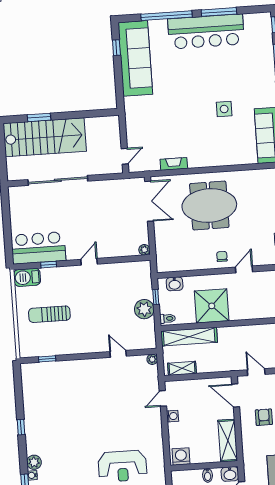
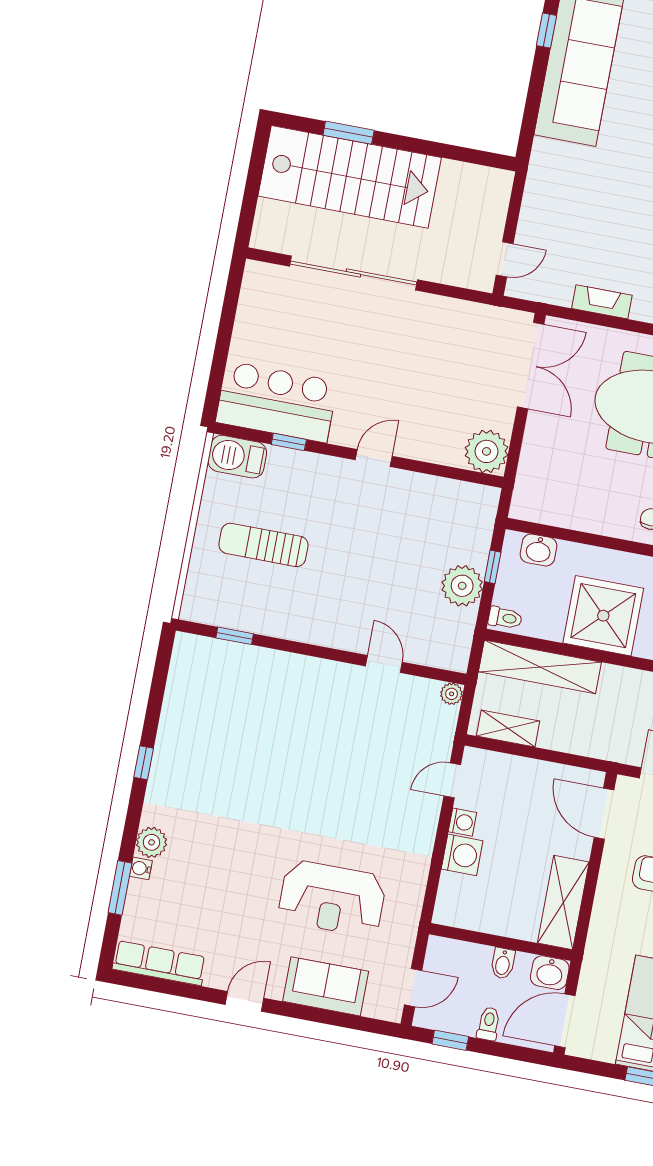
plant: (144, 250) -> (486, 451), width x1.87, depth x1.87
washing machine: (181, 456) -> (462, 855), moved, turned 90

